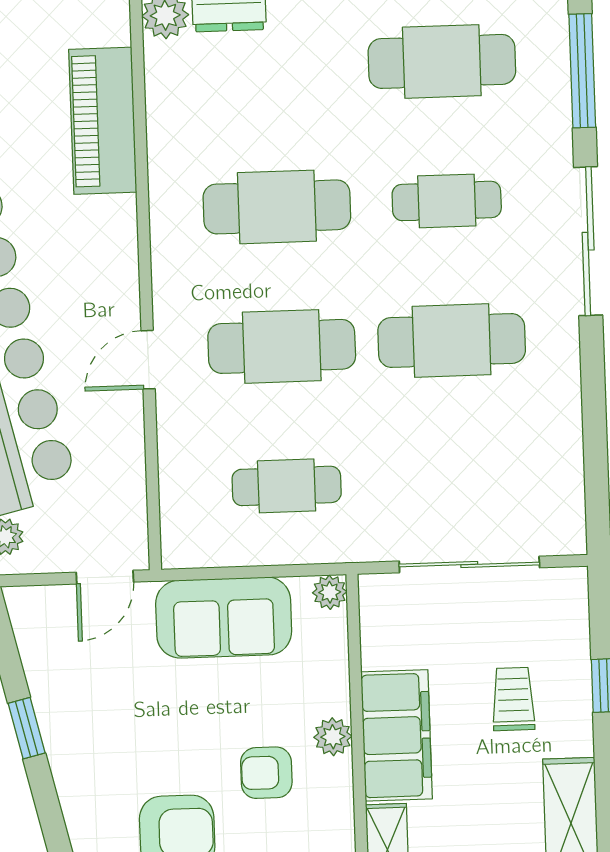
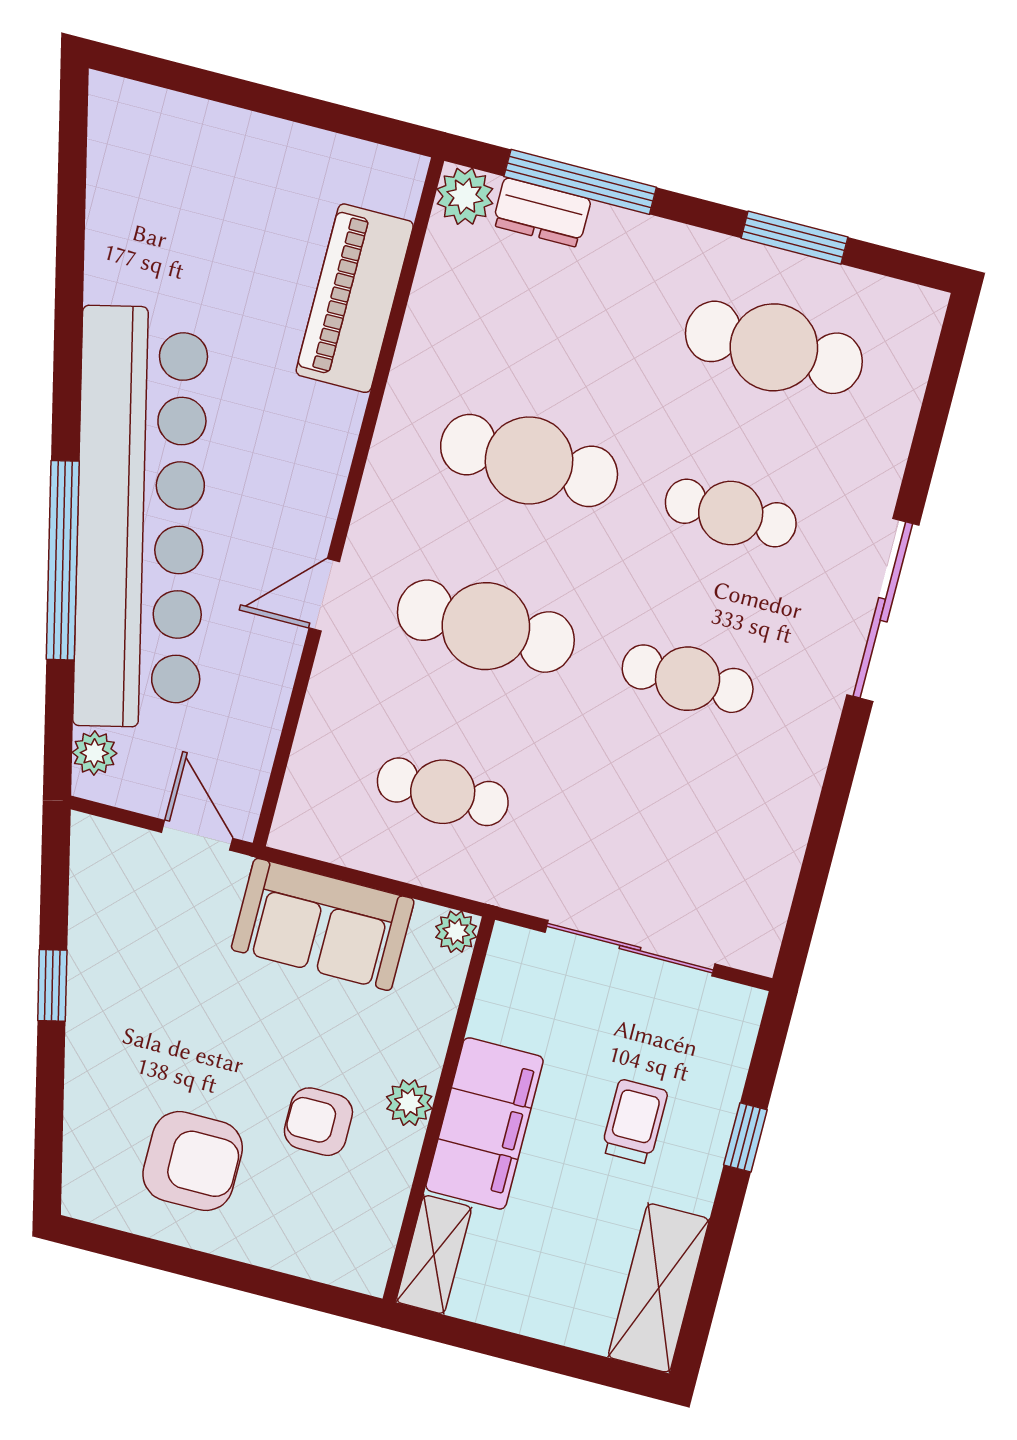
window: (582, 71) -> (936, 407), removed
cafe table: (452, 340) -> (688, 679), width x0.73, depth x0.74
door: (105, 577) -> (197, 835), swing flipped

